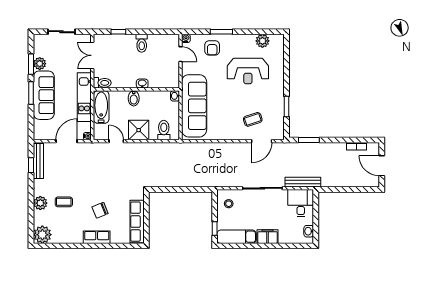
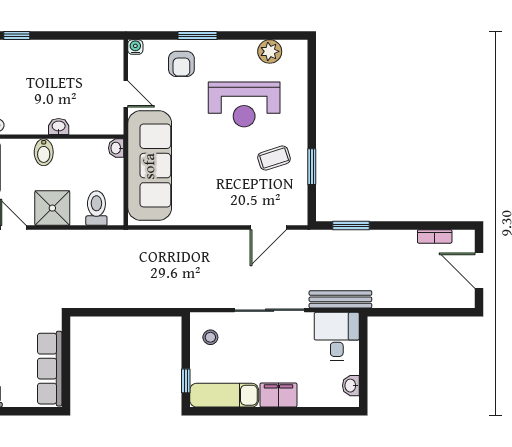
toilet: (142, 43) -> (58, 56), removed
door: (180, 54) -> (126, 94), moved
coffee table: (253, 119) -> (274, 158), moved

